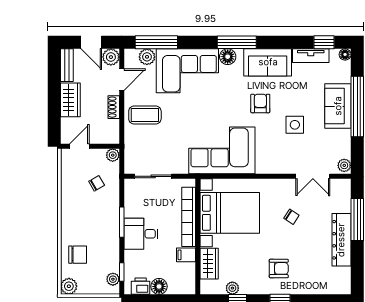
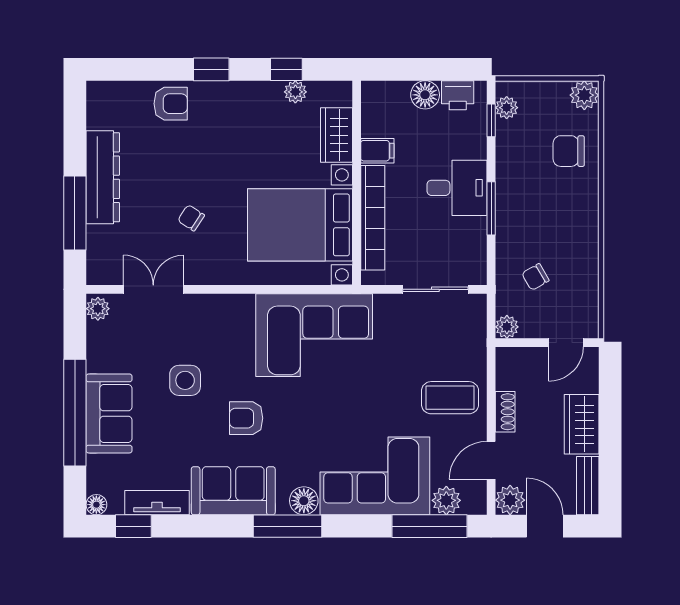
armchair: (260, 103) -> (246, 418), turned 90
armchair: (279, 268) -> (171, 104), moved, turned 180

